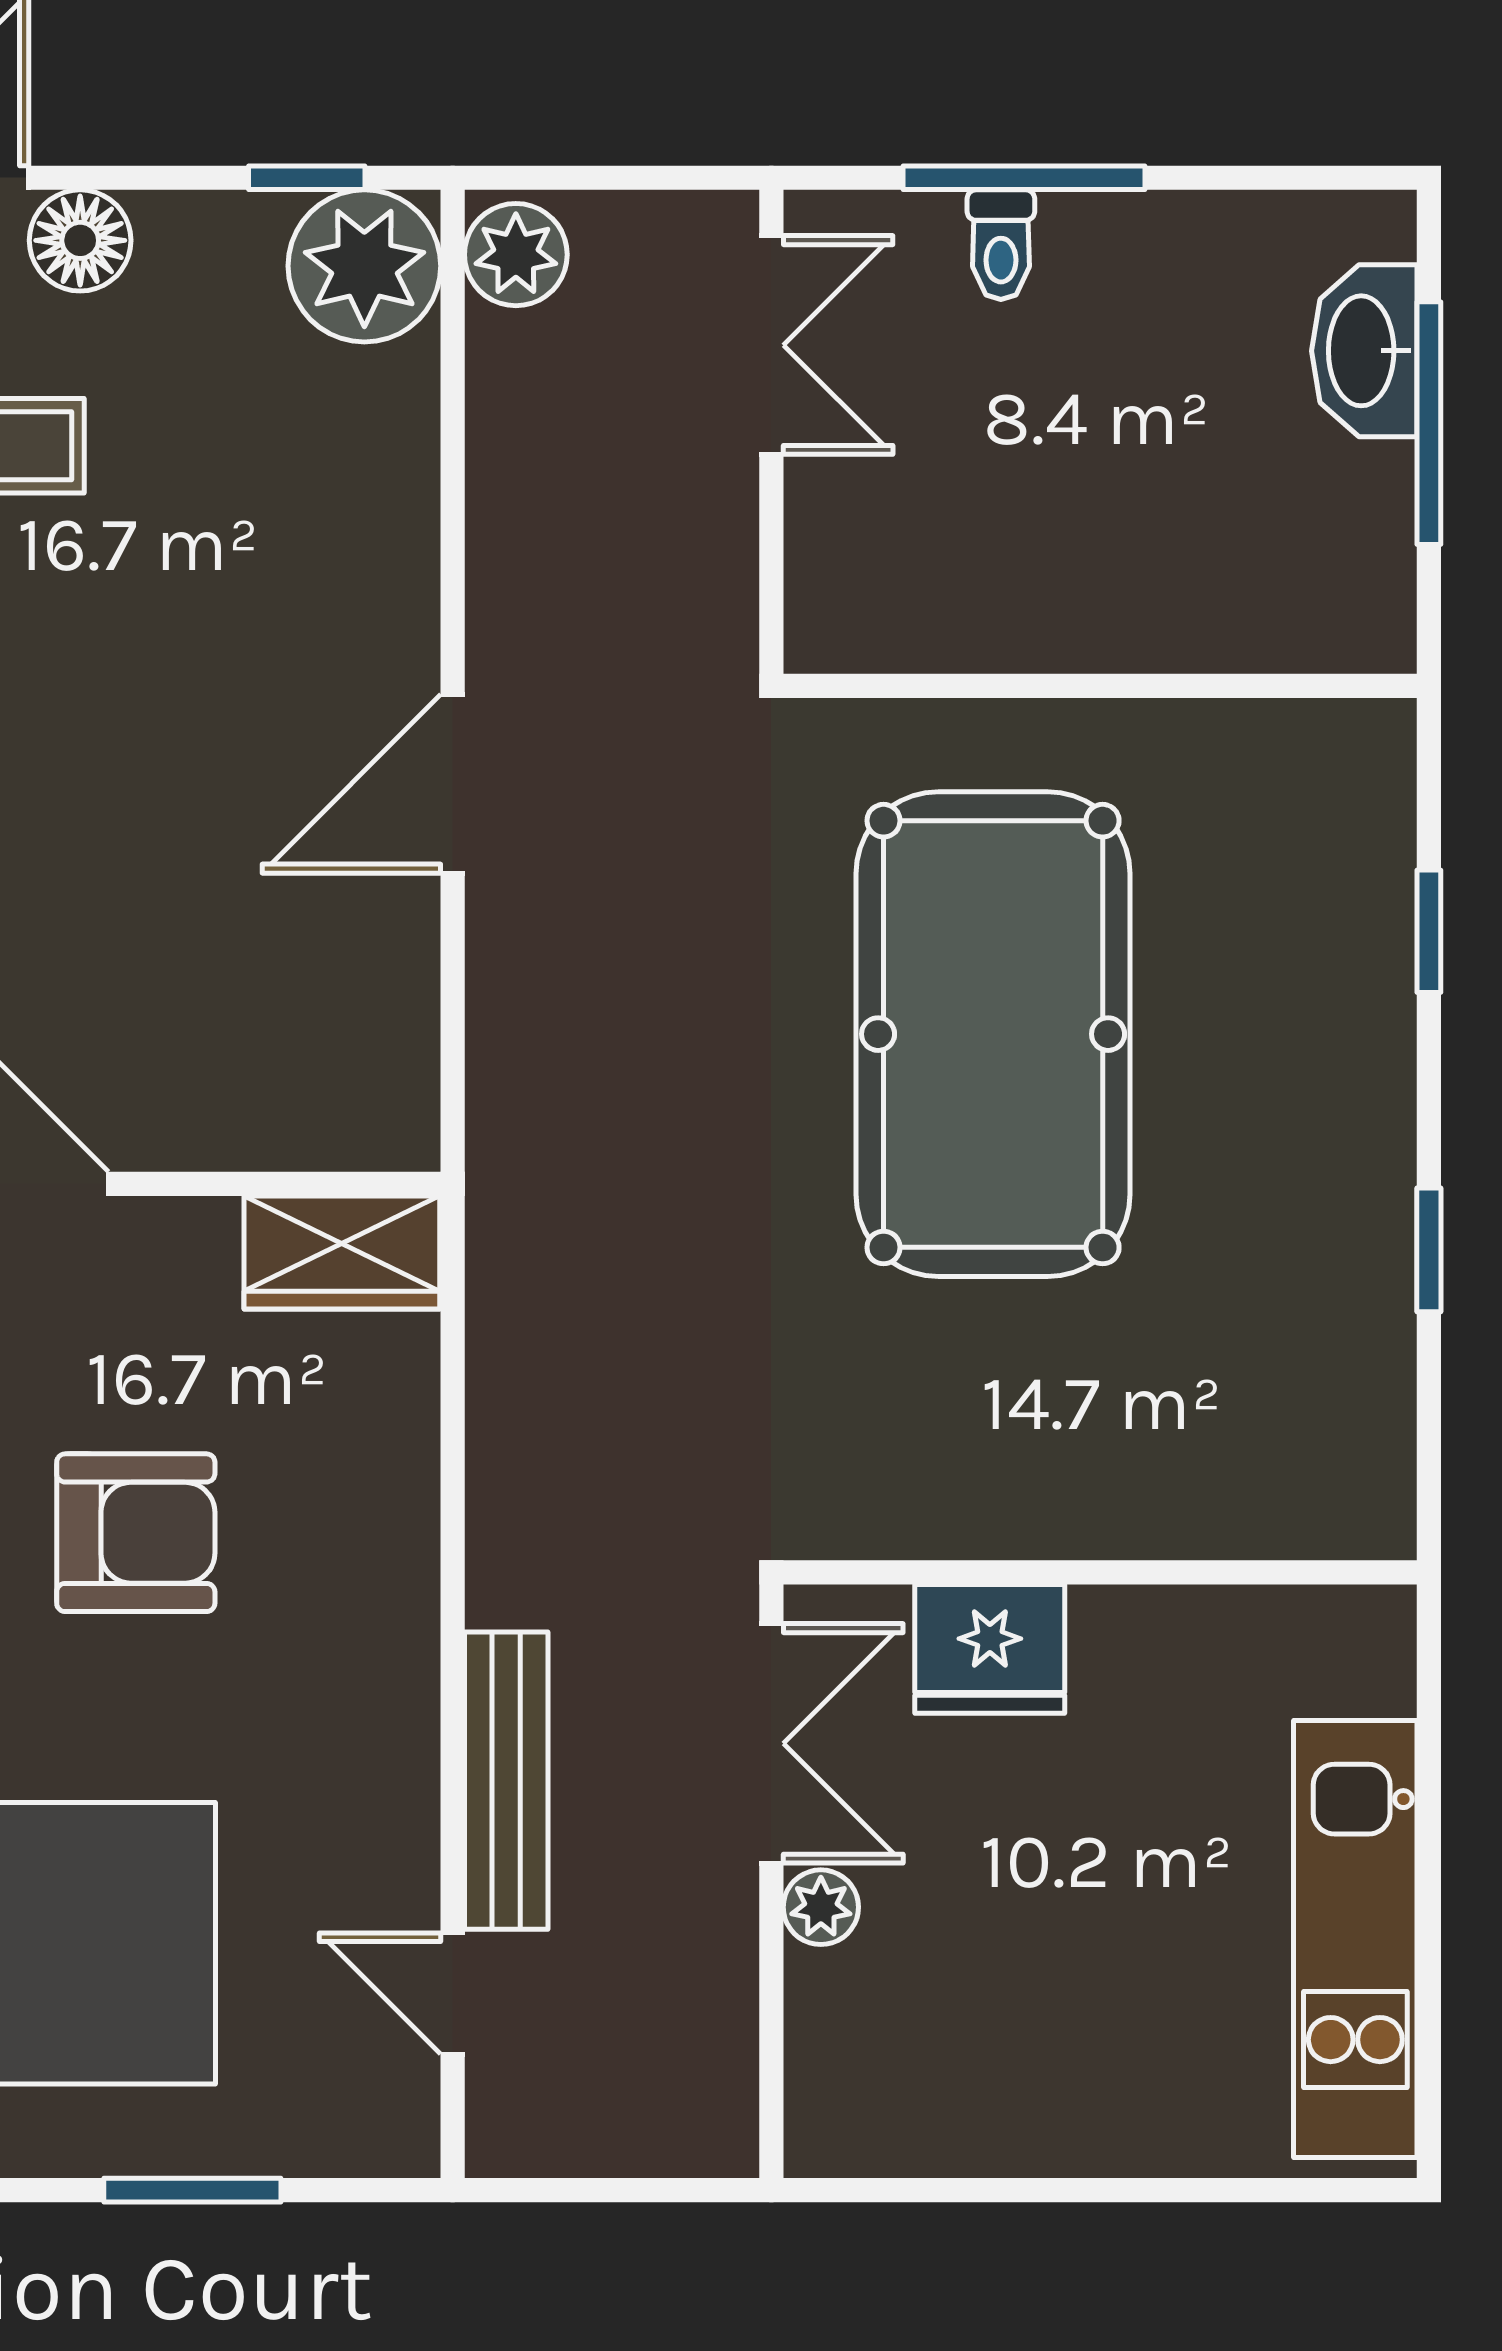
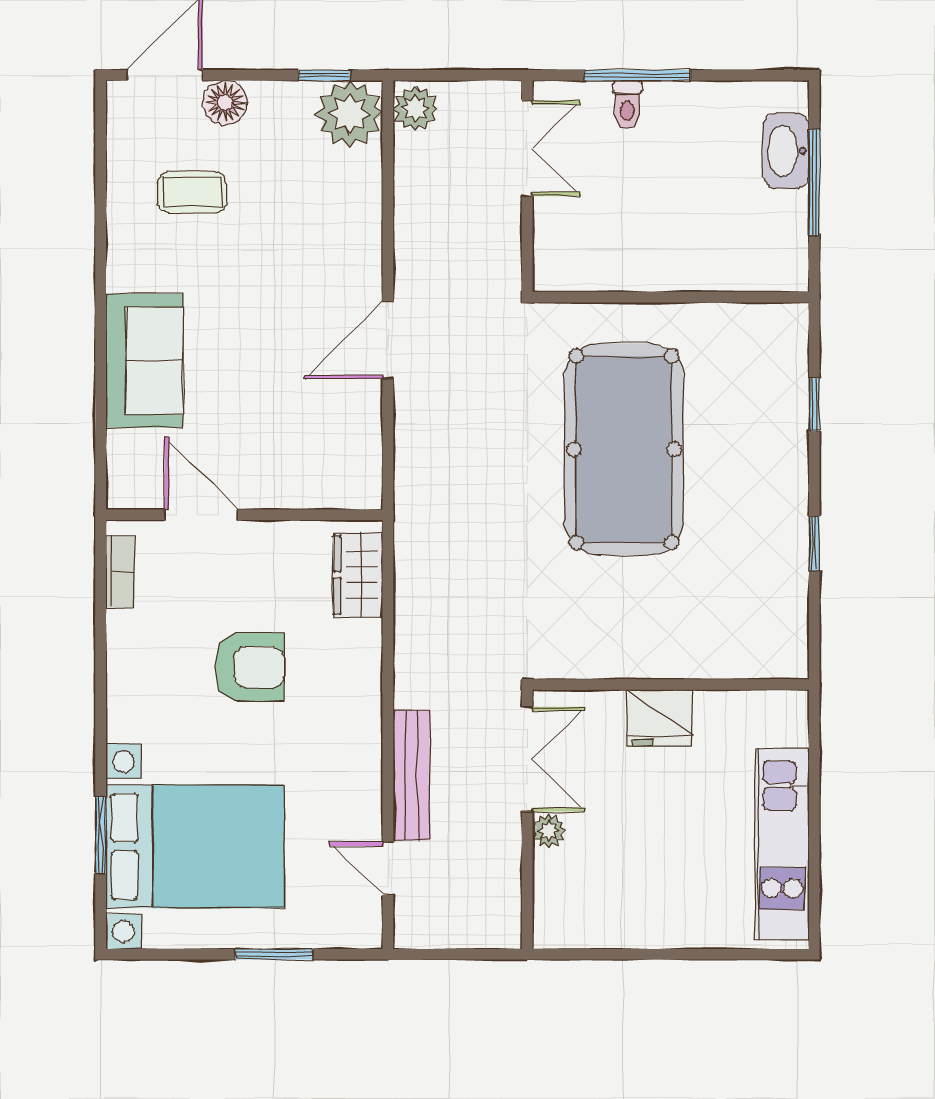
wardrobe: (342, 1253) -> (358, 575), moved, turned 90
fridge: (990, 1649) -> (660, 718), moved

